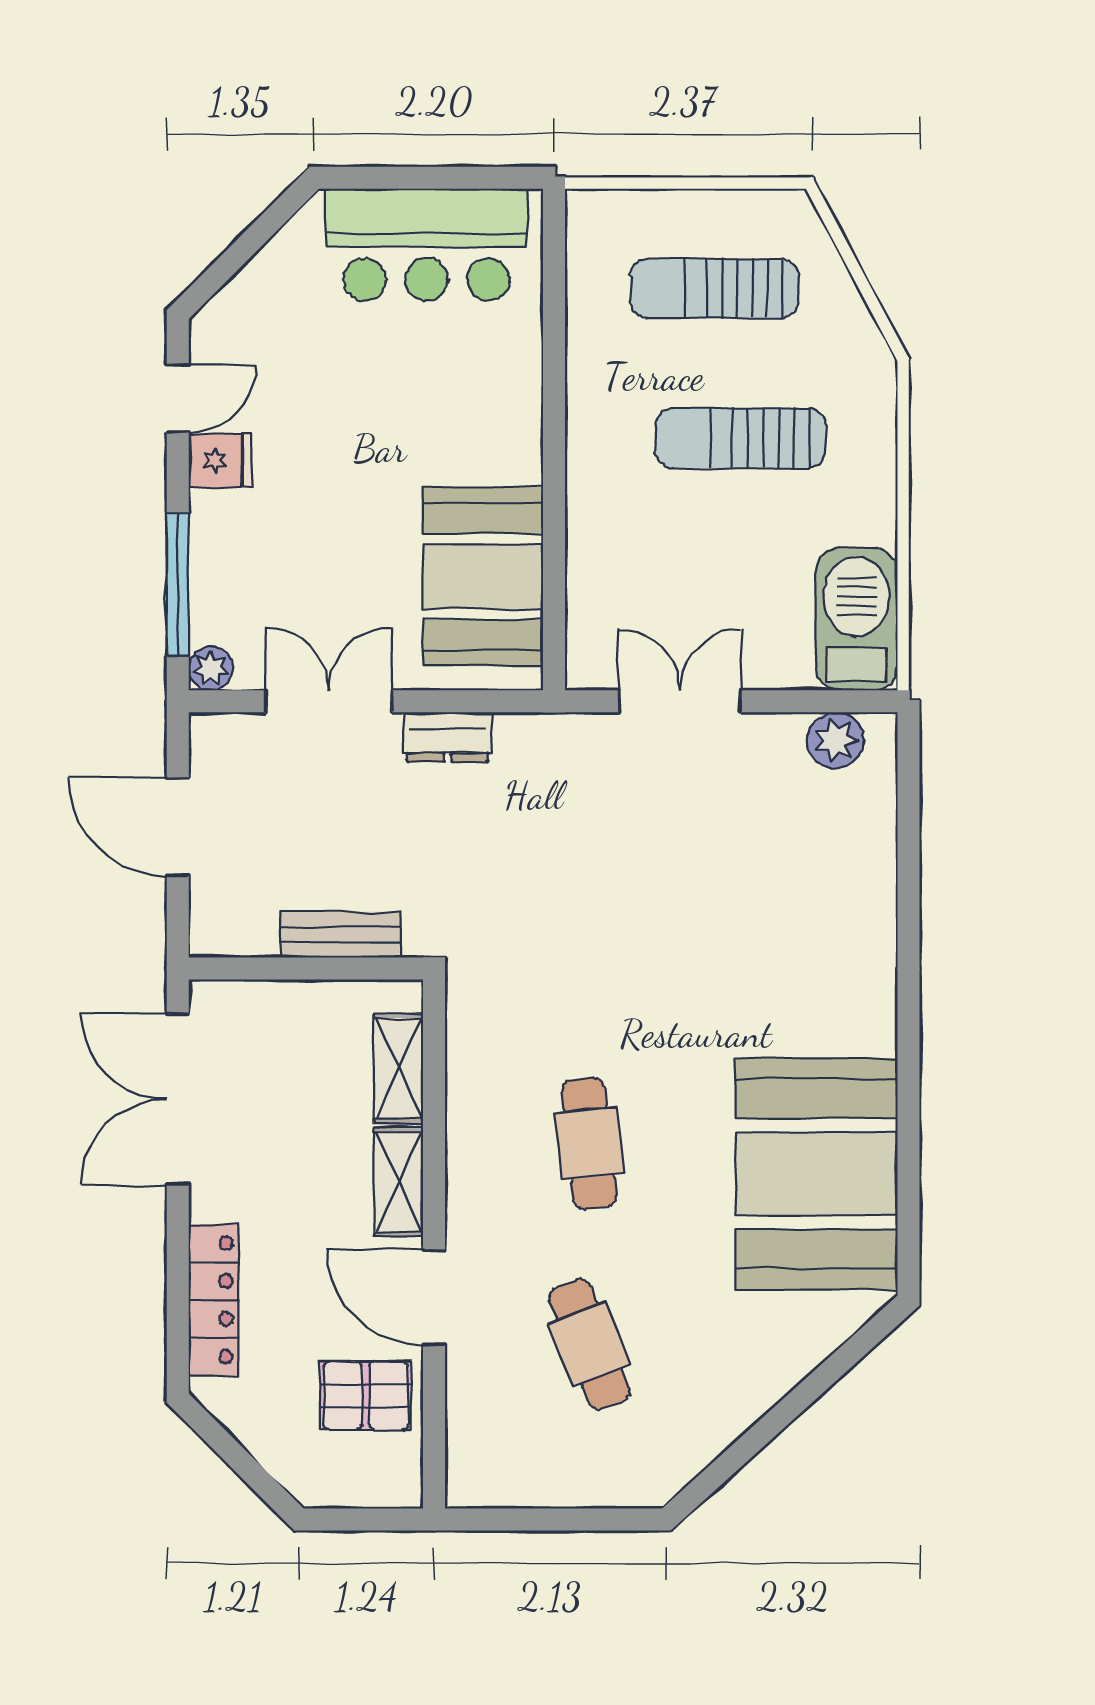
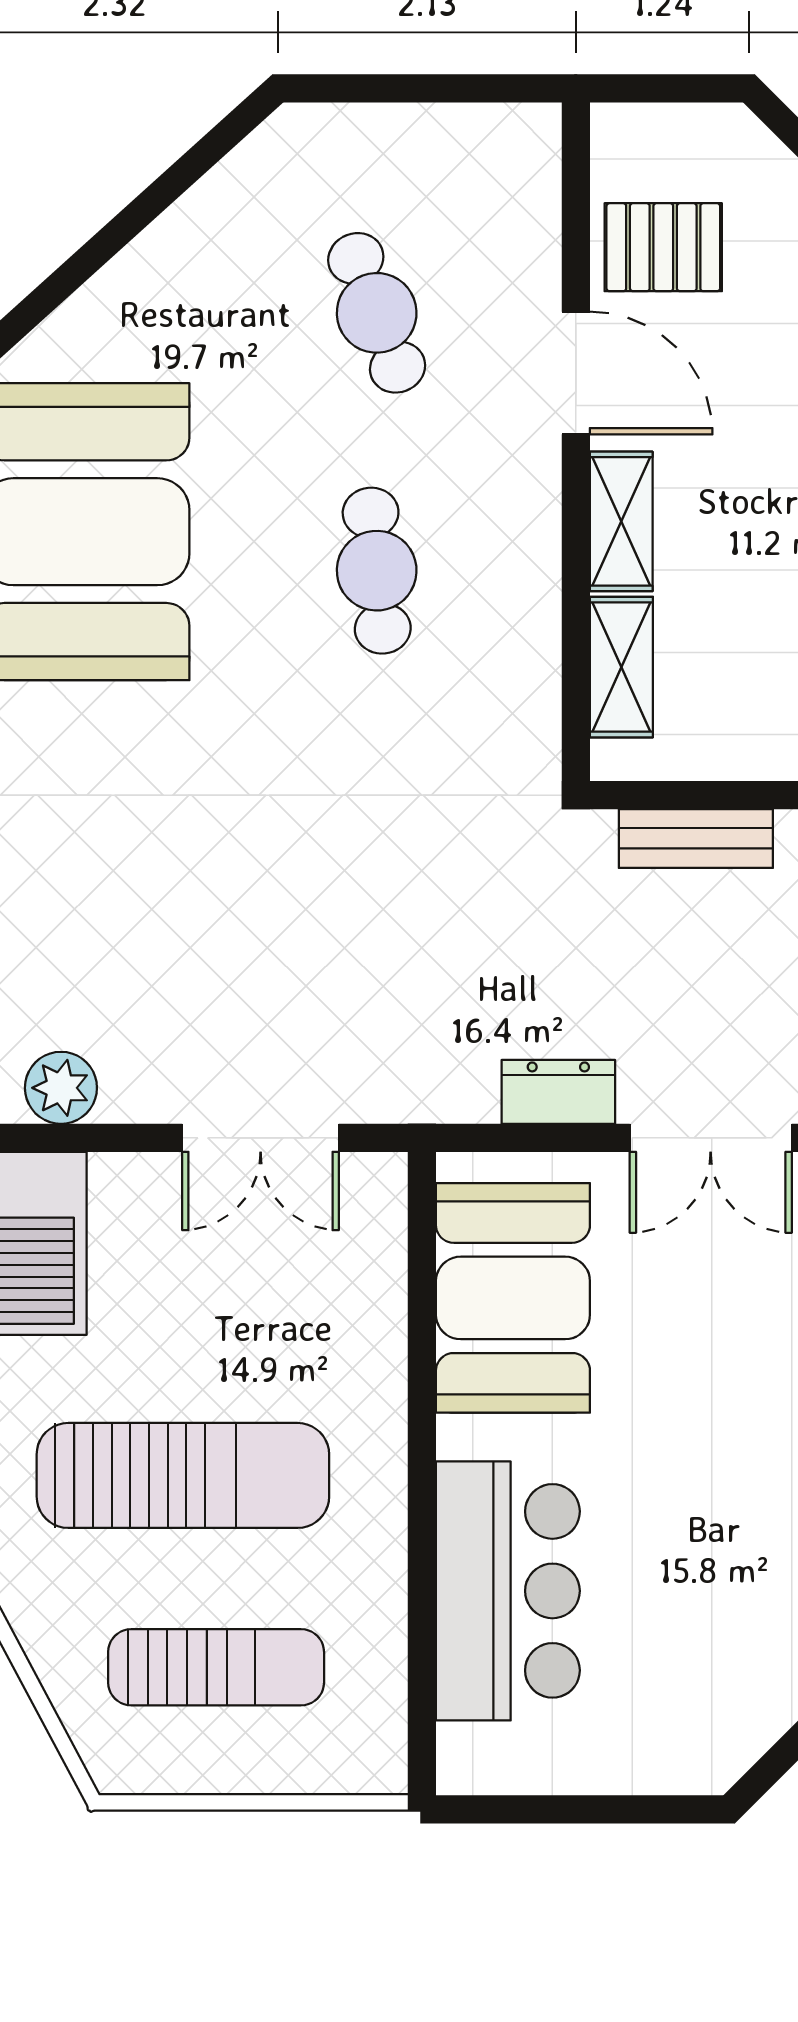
bar counter: (426, 245) -> (508, 1591), moved, turned 90
sun lounger: (740, 438) -> (183, 1475), width x1.36, depth x1.34

